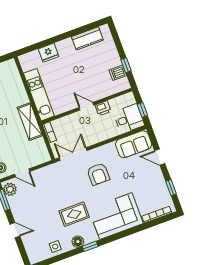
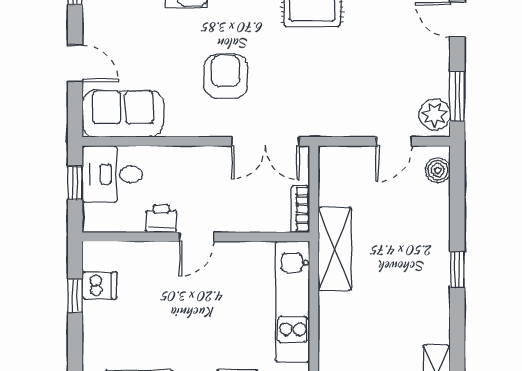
door: (86, 106) -> (197, 237), hinge flipped
door: (22, 173) -> (394, 141), swing flipped

